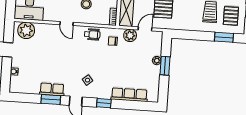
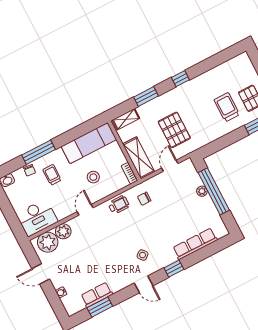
door: (66, 23) -> (85, 210), swing flipped
plant: (130, 35) -> (63, 231), moved
window: (165, 66) -> (214, 191), width x2.11
row of seats: (52, 89) -> (97, 295), moved
window: (51, 99) -> (100, 307), moved

